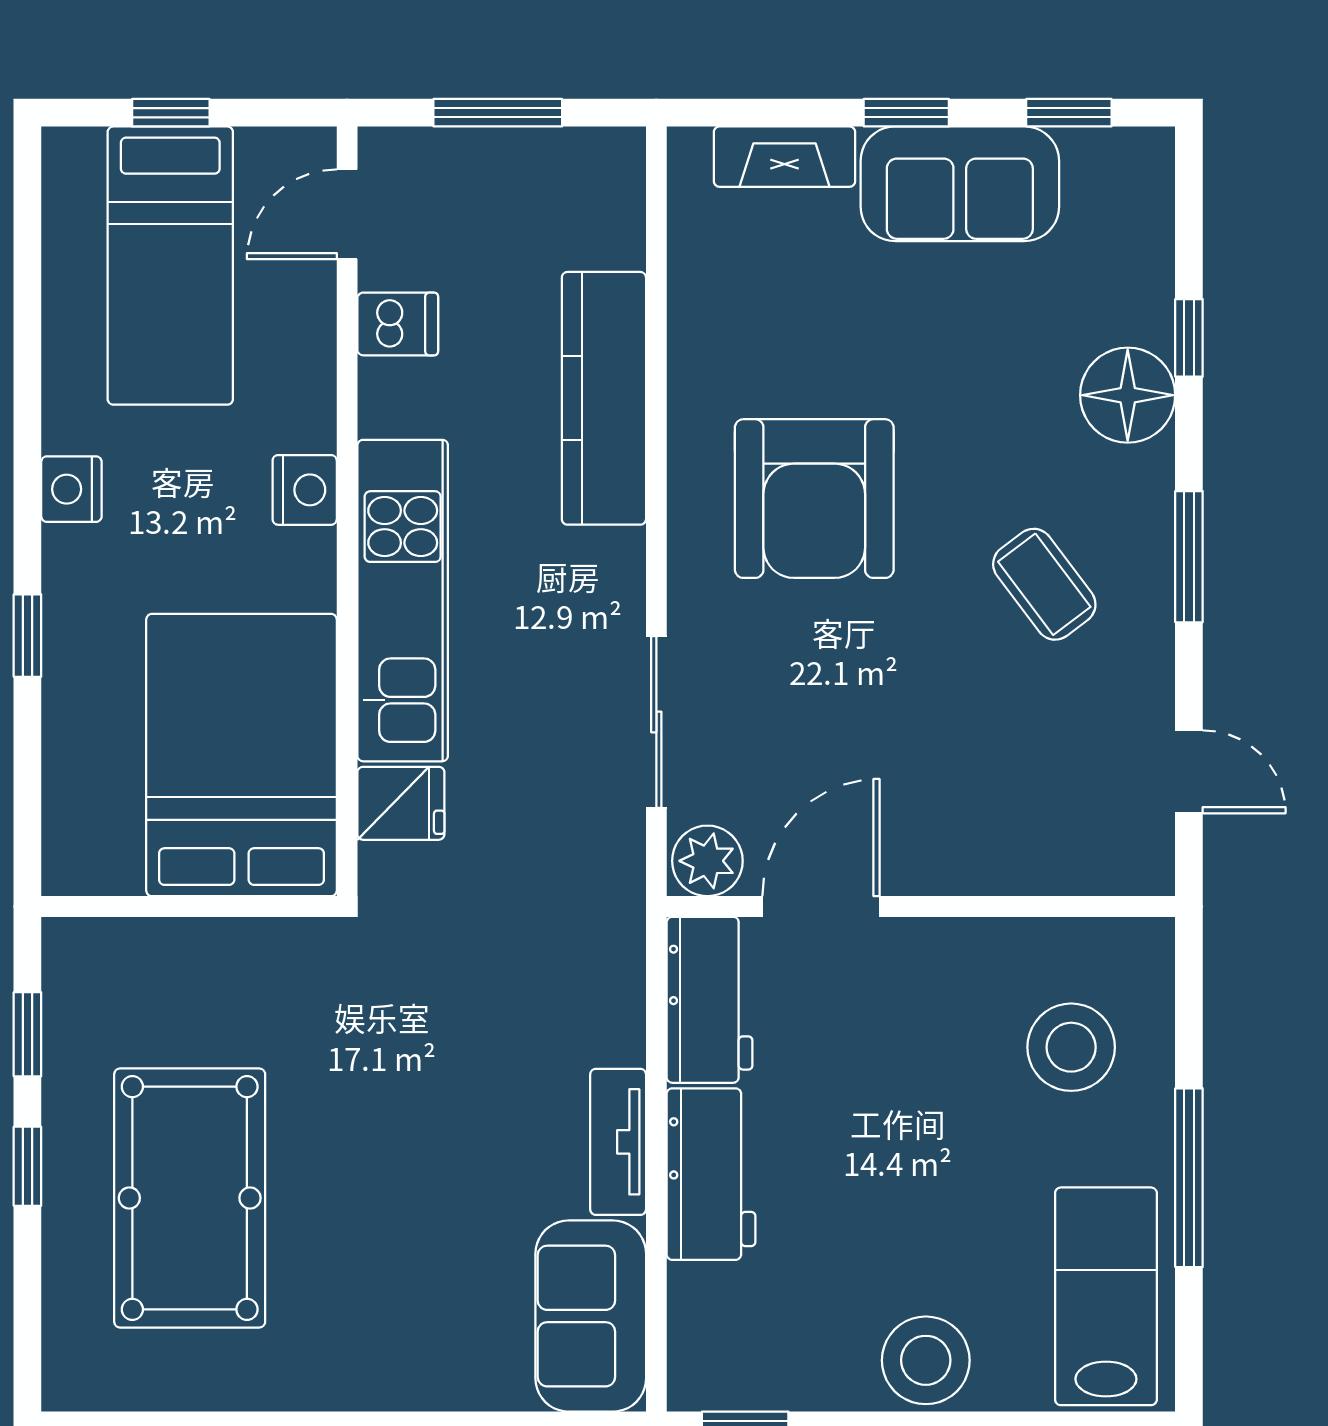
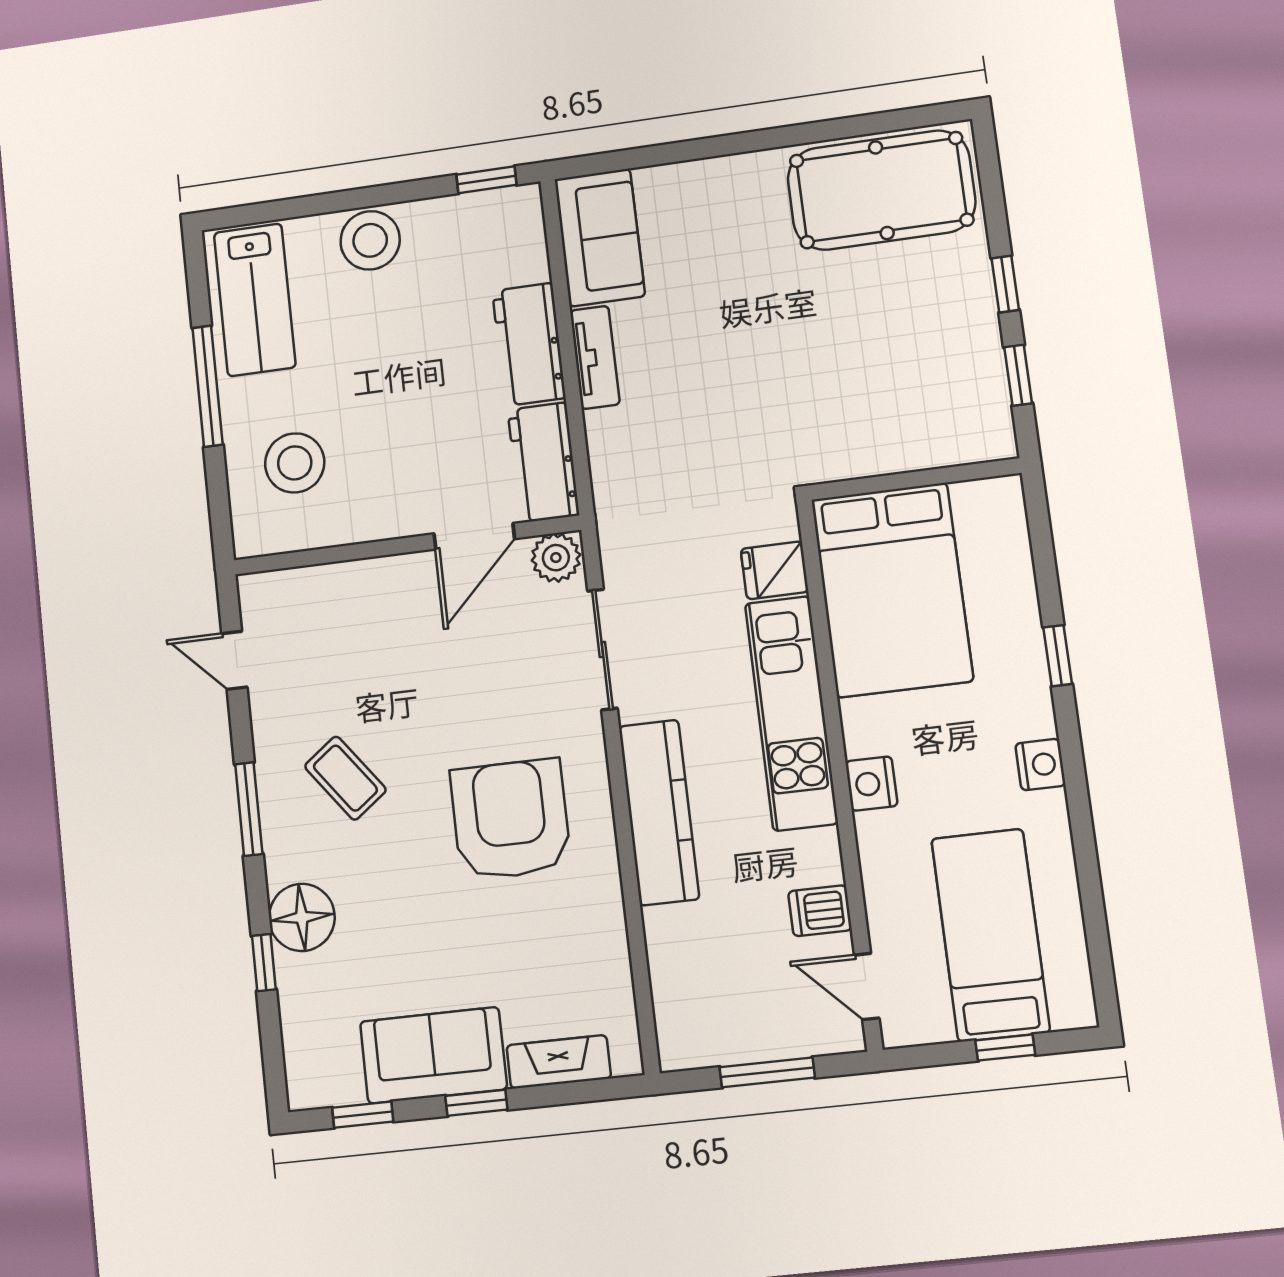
door: (347, 214) -> (867, 986), swing flipped
kitchen counter: (604, 398) -> (659, 812), moved
pool table: (190, 1198) -> (881, 190), moved, turned 90

